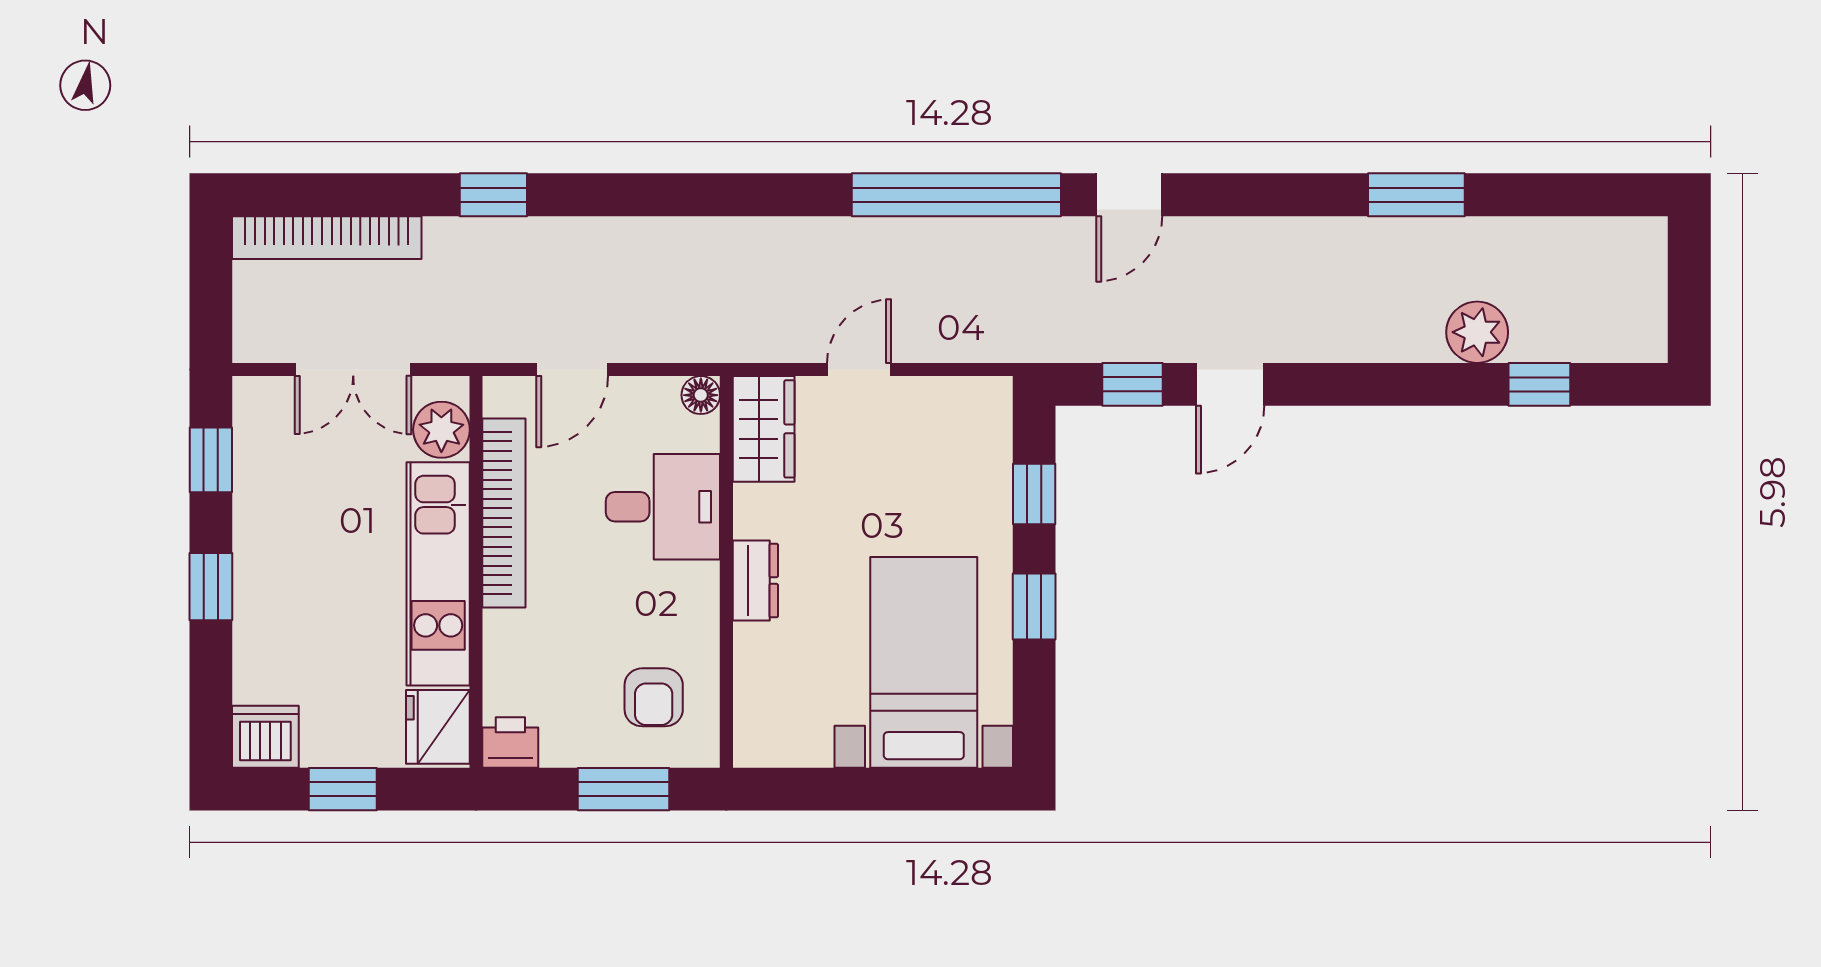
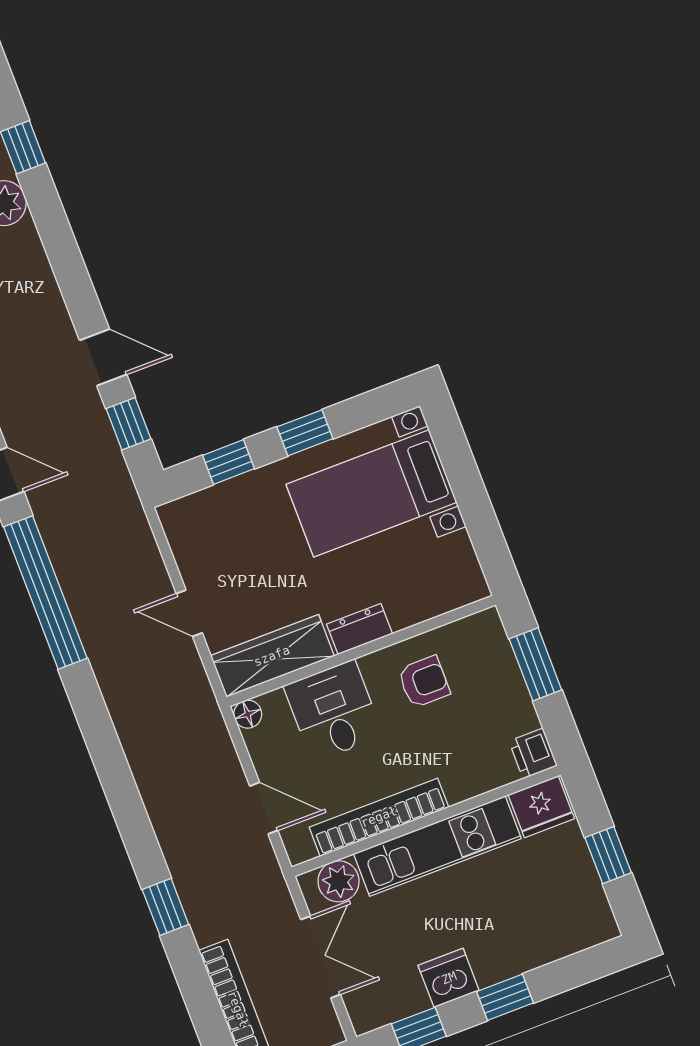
wardrobe: (764, 429) -> (272, 656), width x1.50
armchair: (654, 697) -> (424, 682), moved
dishwasher: (265, 737) -> (449, 978), moved, turned 90

